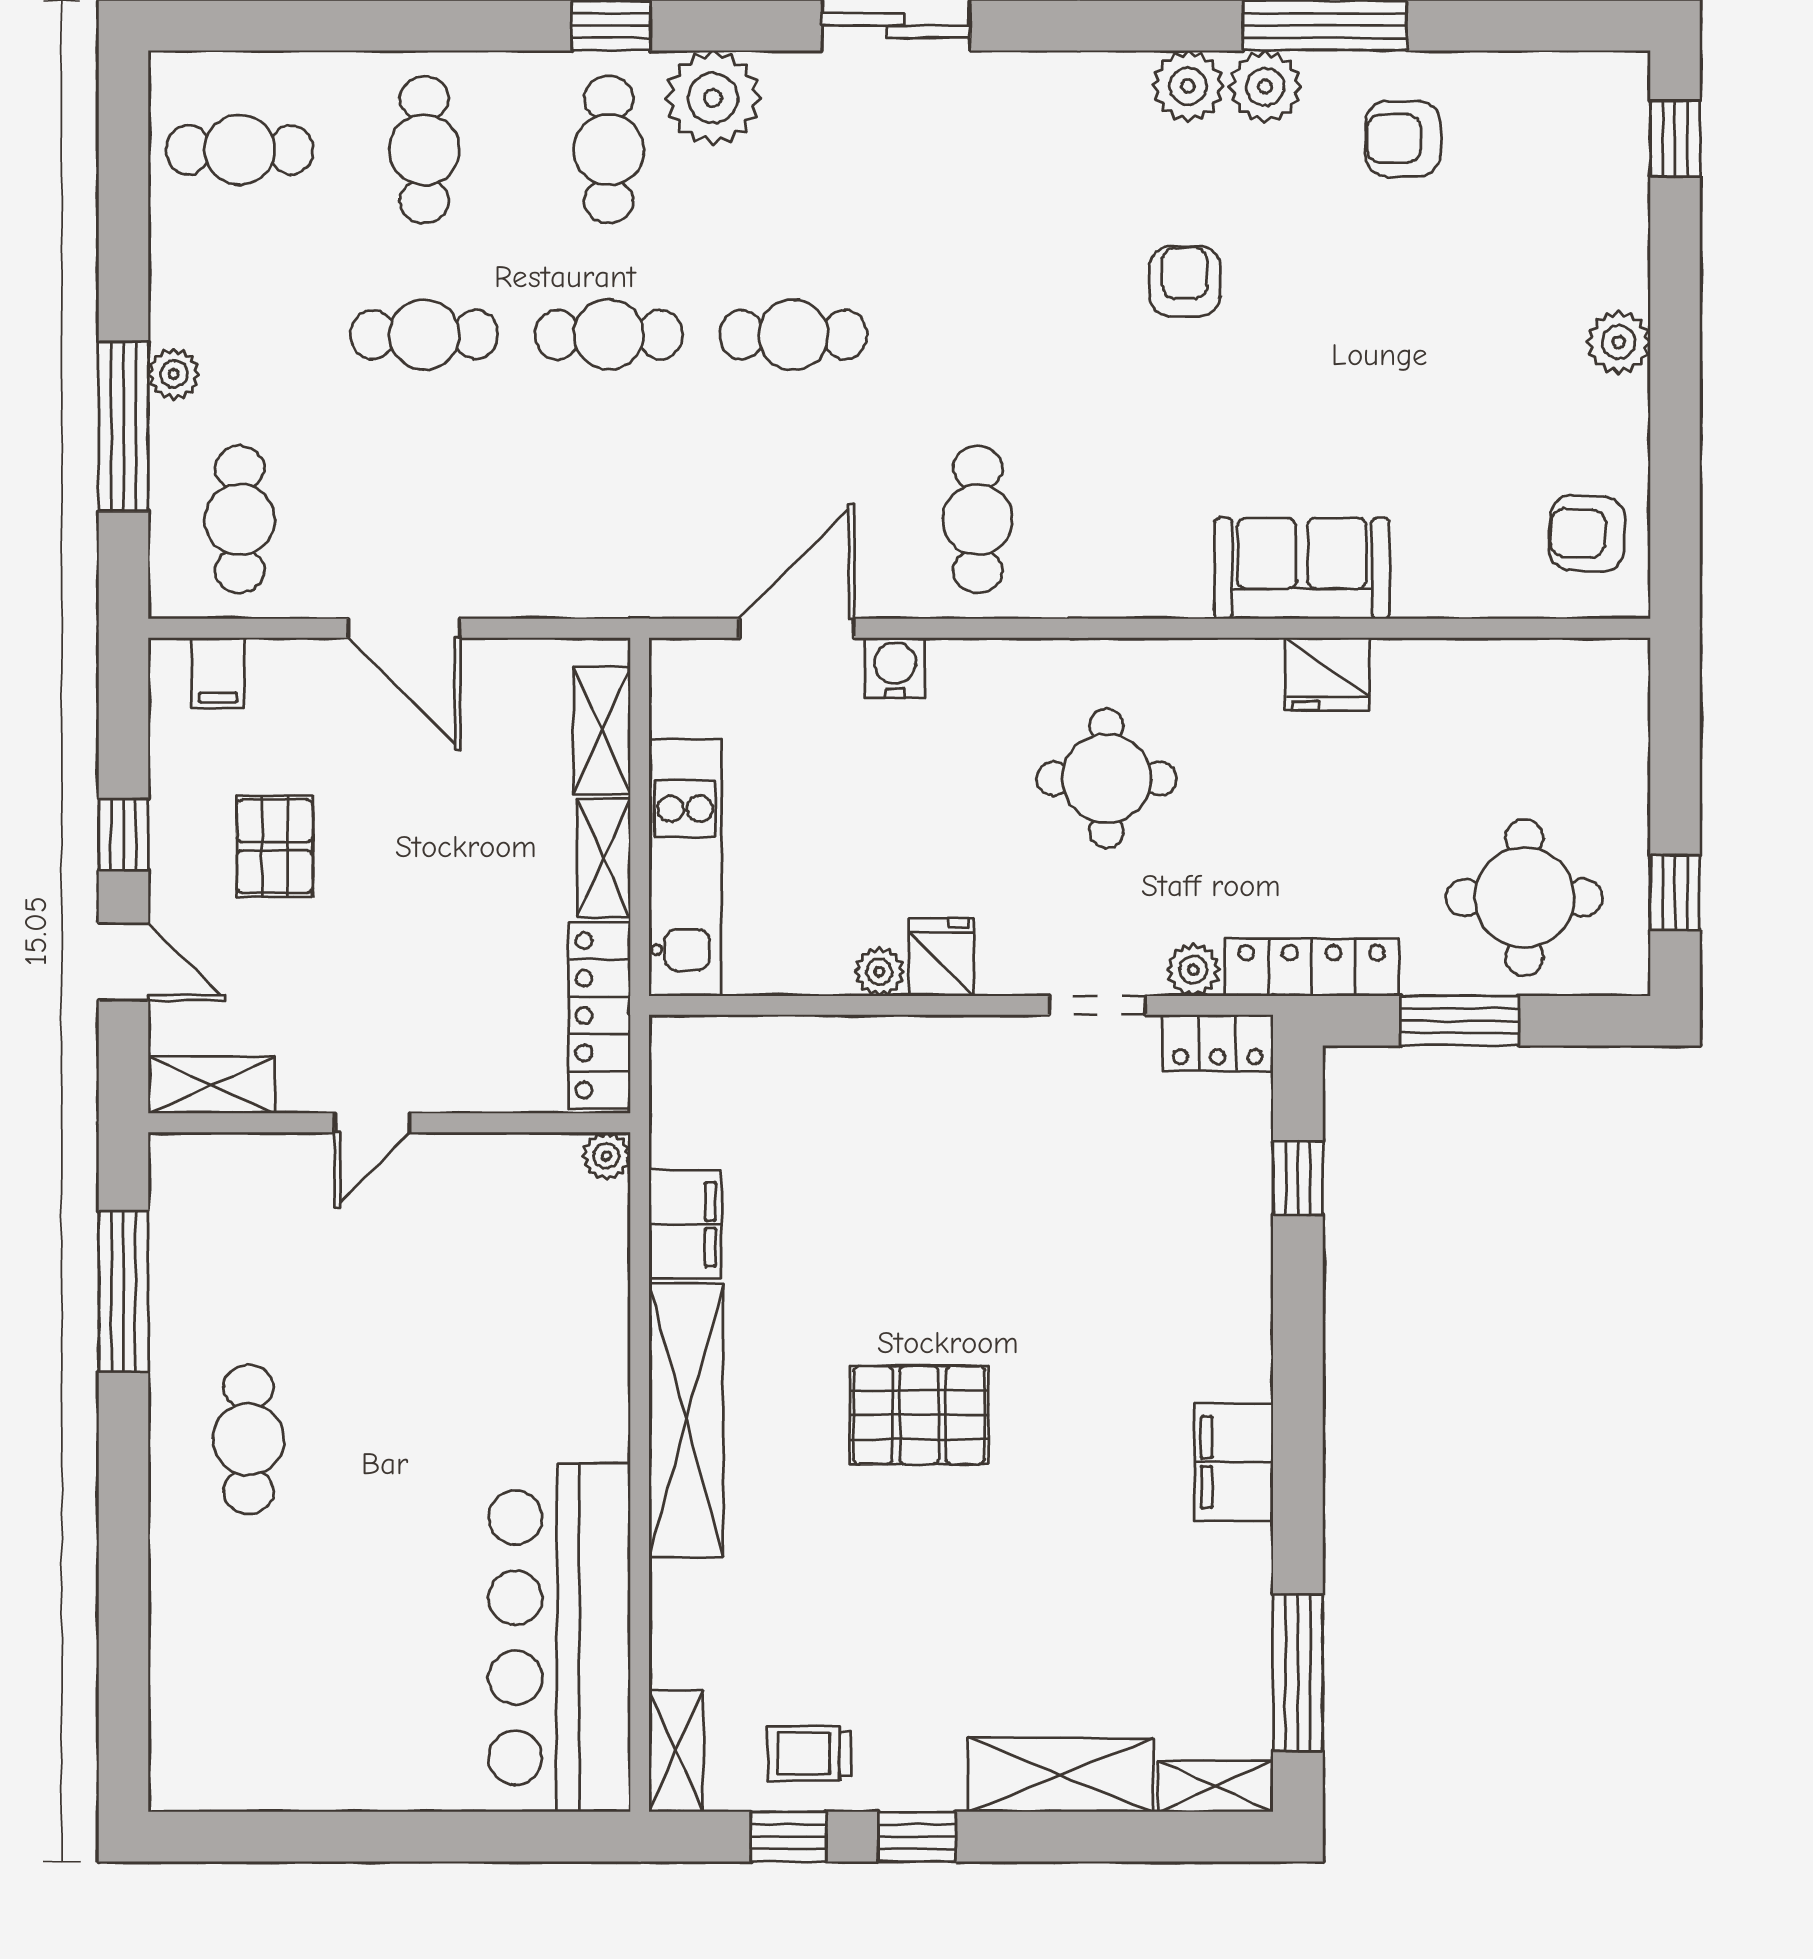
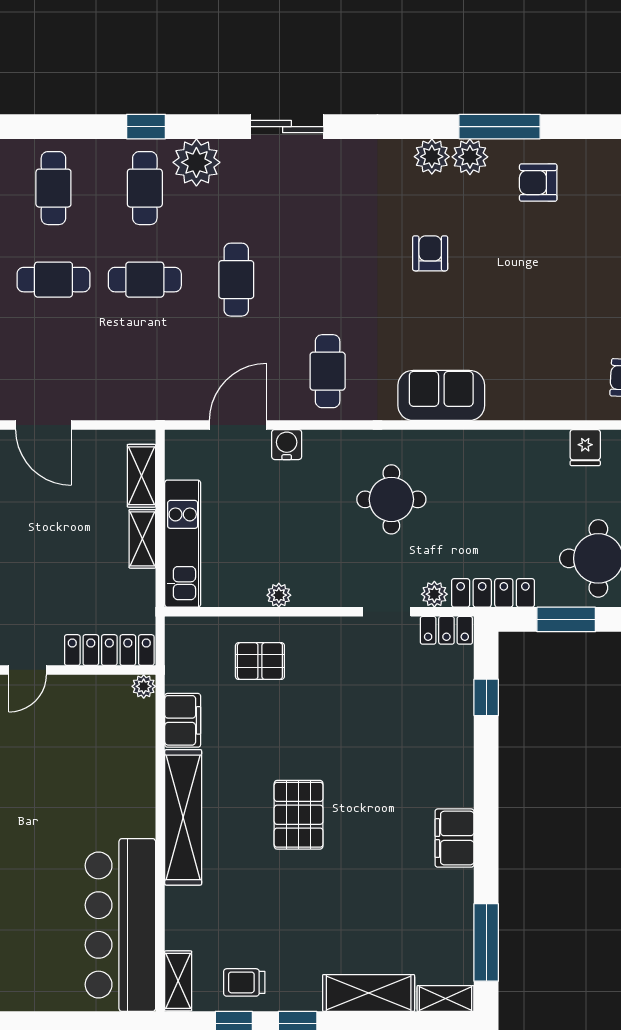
cafe table: (793, 335) -> (236, 280), turned 90
sofa: (1302, 568) -> (441, 395), moved
fridge: (1327, 674) -> (585, 448), moved, width x0.72
fridge: (941, 957) -> (310, 588), removed
locker: (599, 1015) -> (109, 650), moved, turned 90
pallet: (841, 1105) -> (260, 661), added
pallet: (919, 1415) -> (299, 815), turned 90

